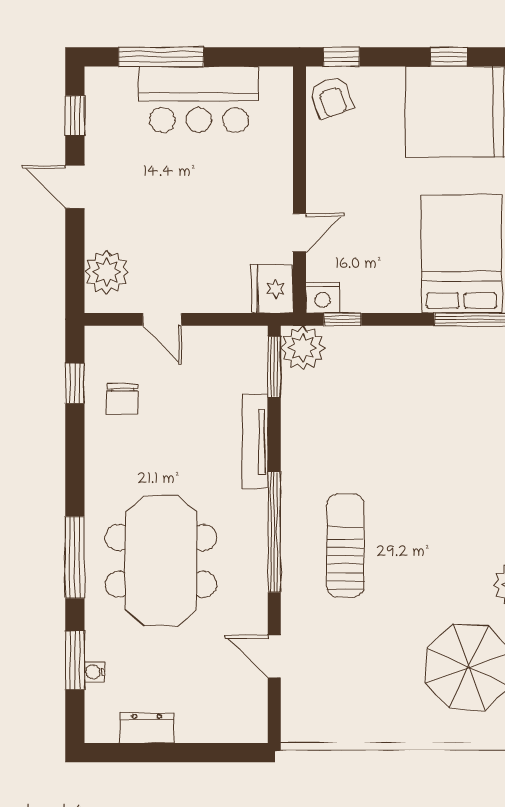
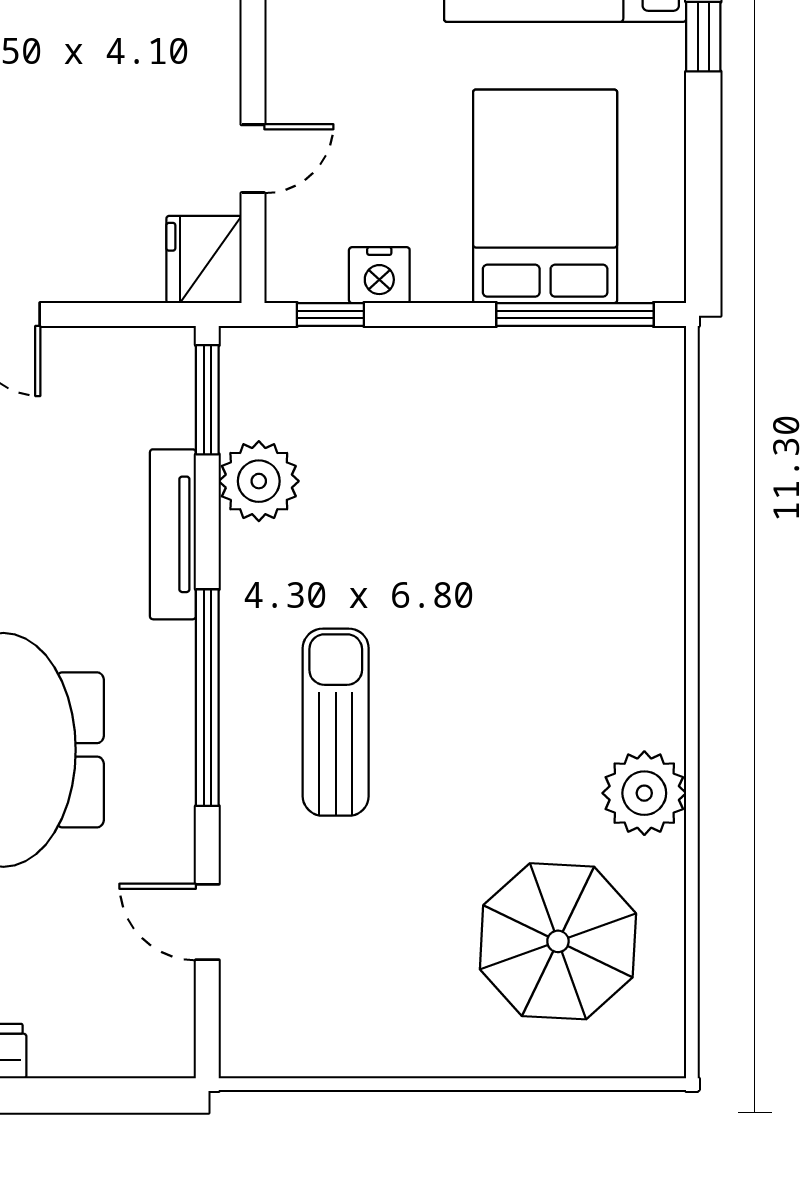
nightstand: (323, 298) -> (379, 275), moved
plant: (303, 348) -> (259, 481), moved

